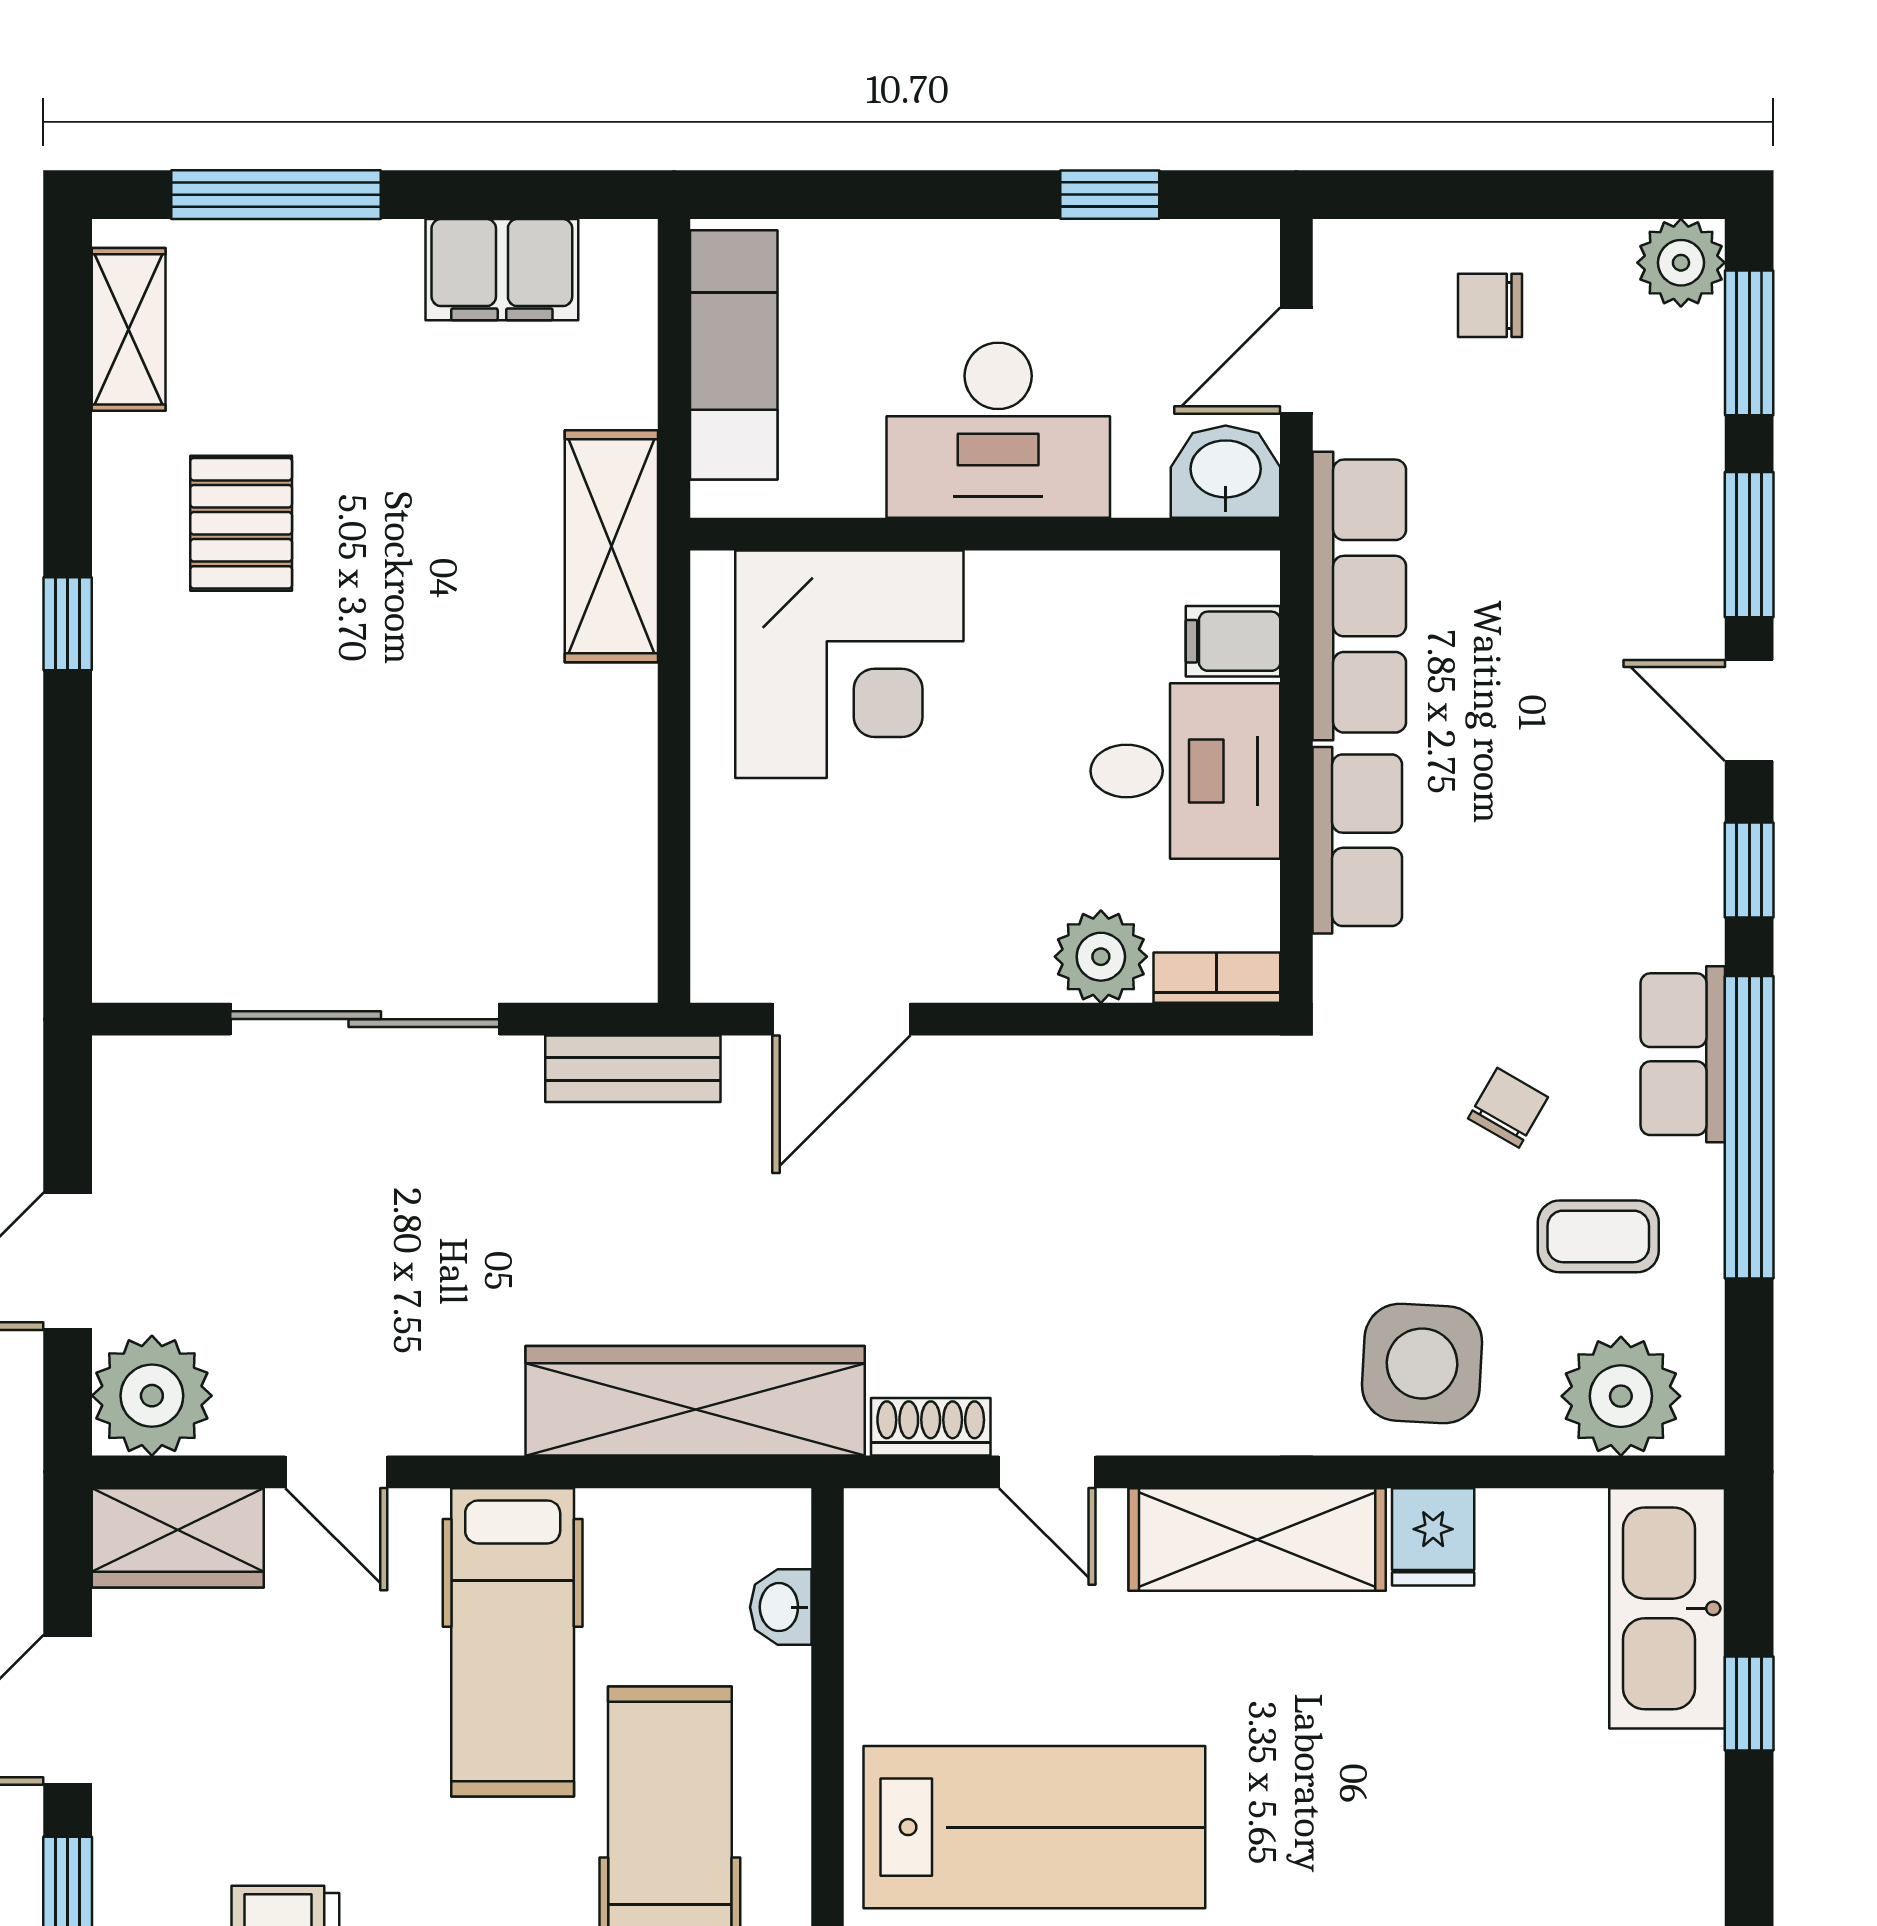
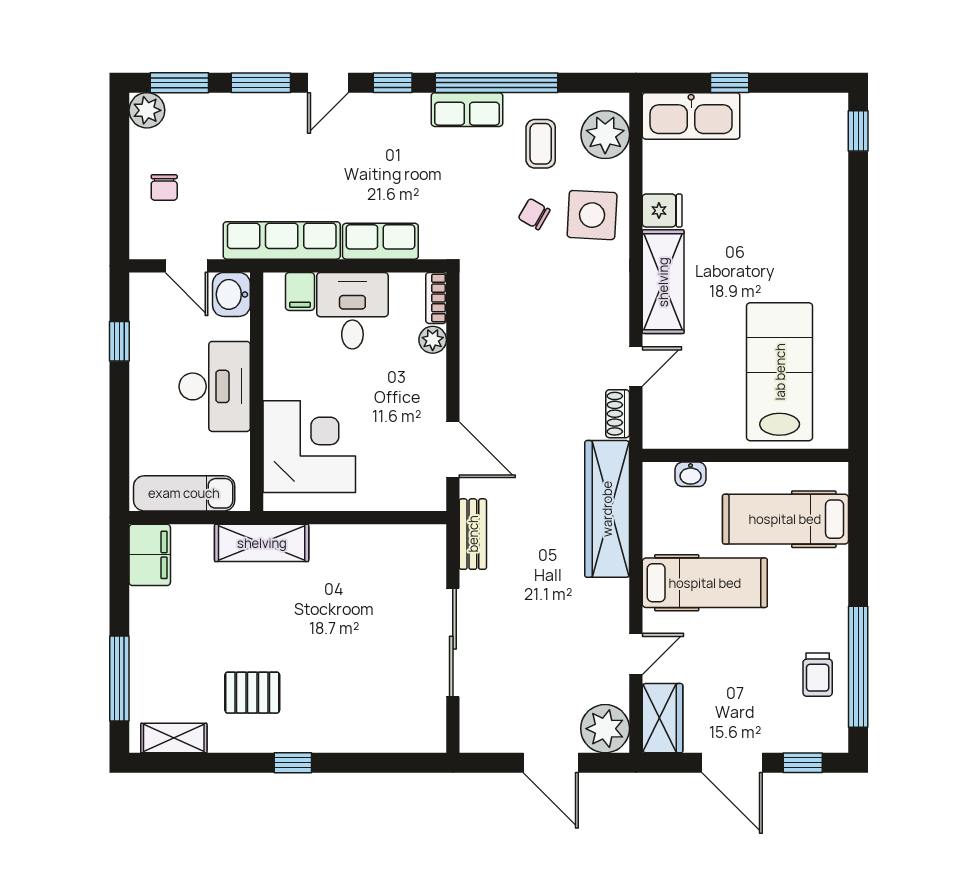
filing cabinet: (502, 270) -> (150, 555), moved
plant: (1101, 957) -> (433, 340), width x0.73, depth x0.73
chair: (1508, 1108) -> (534, 214), moved

